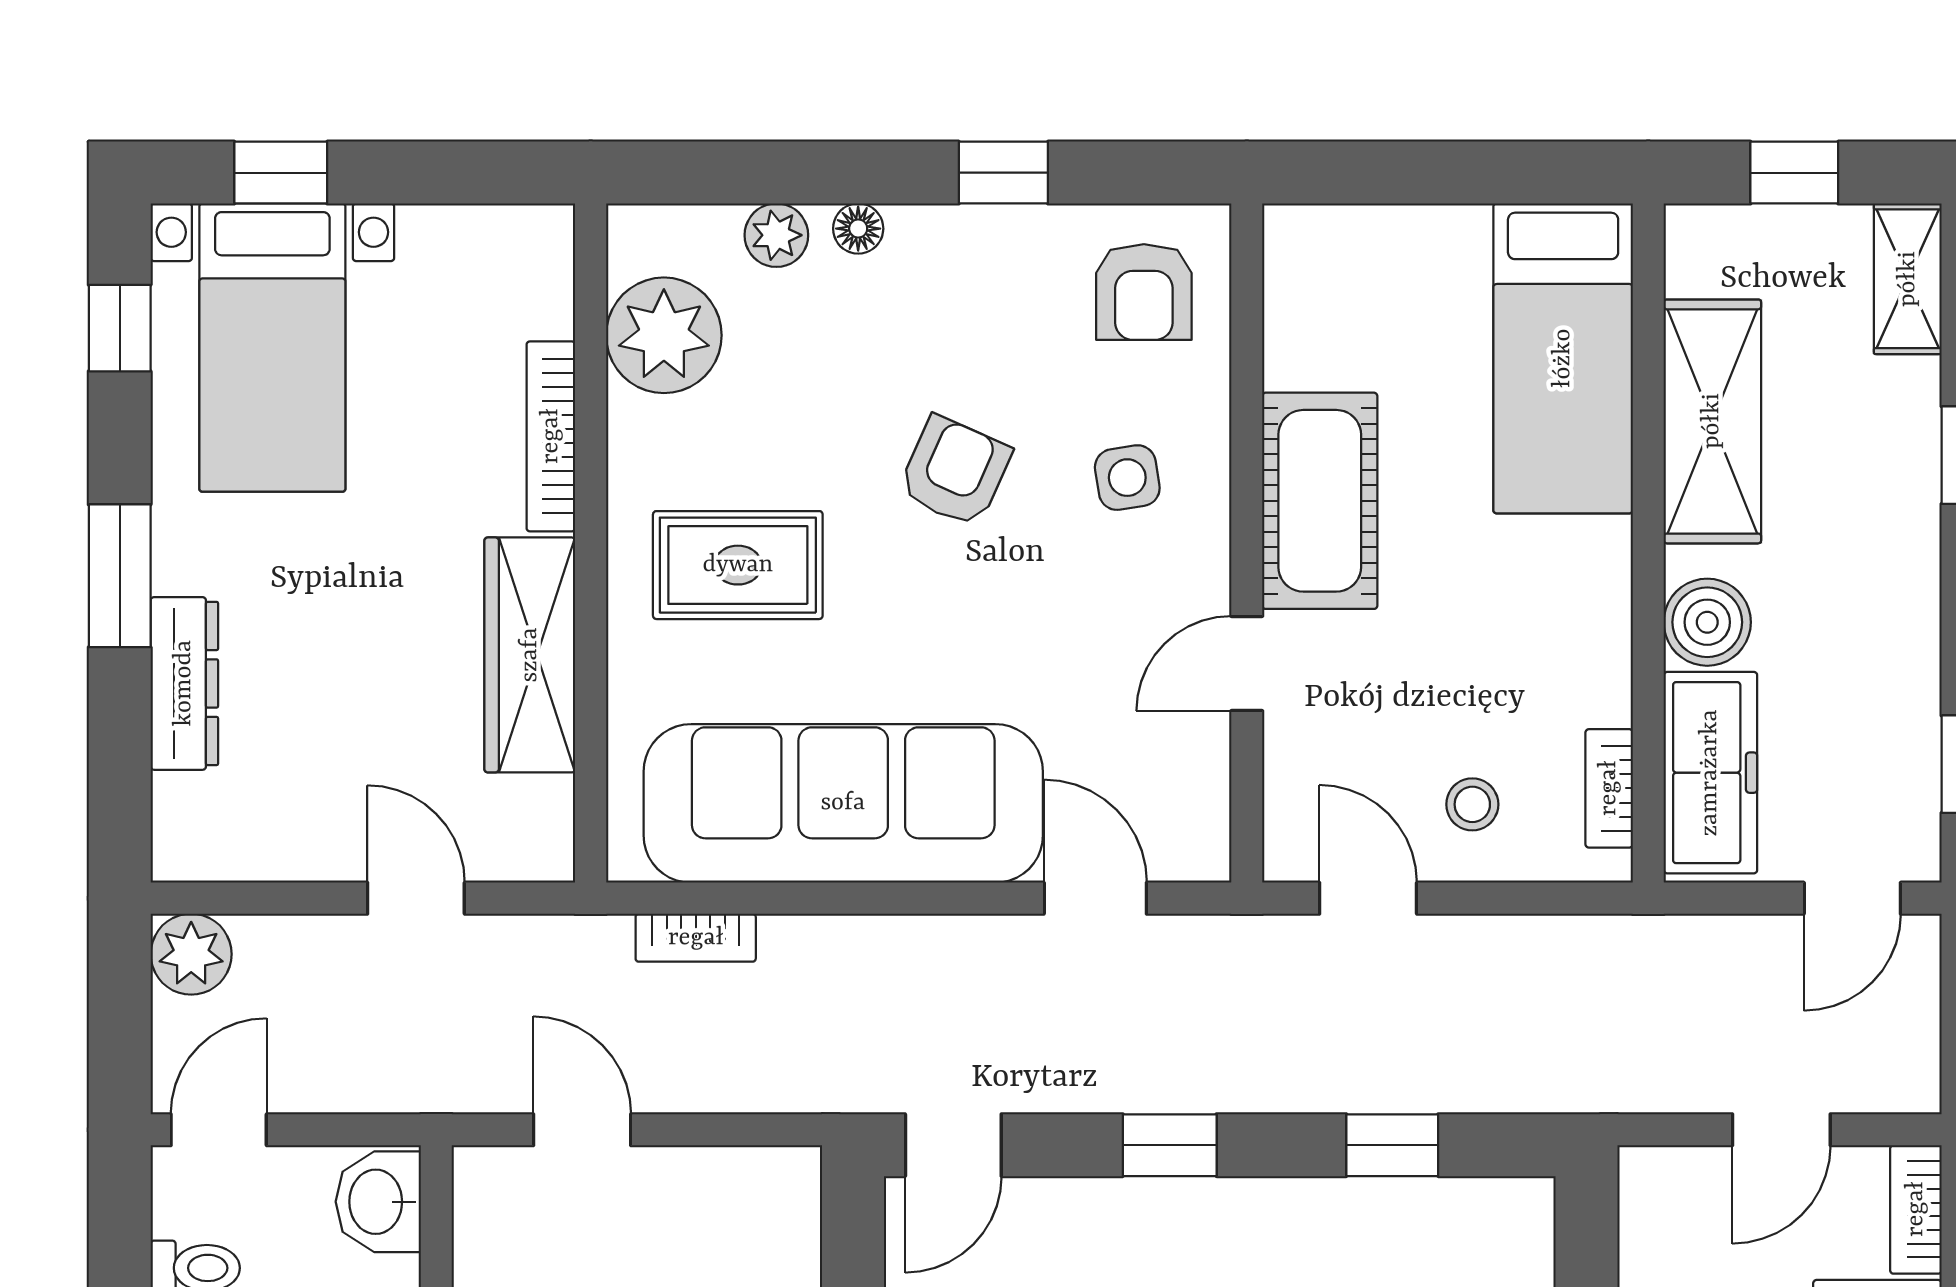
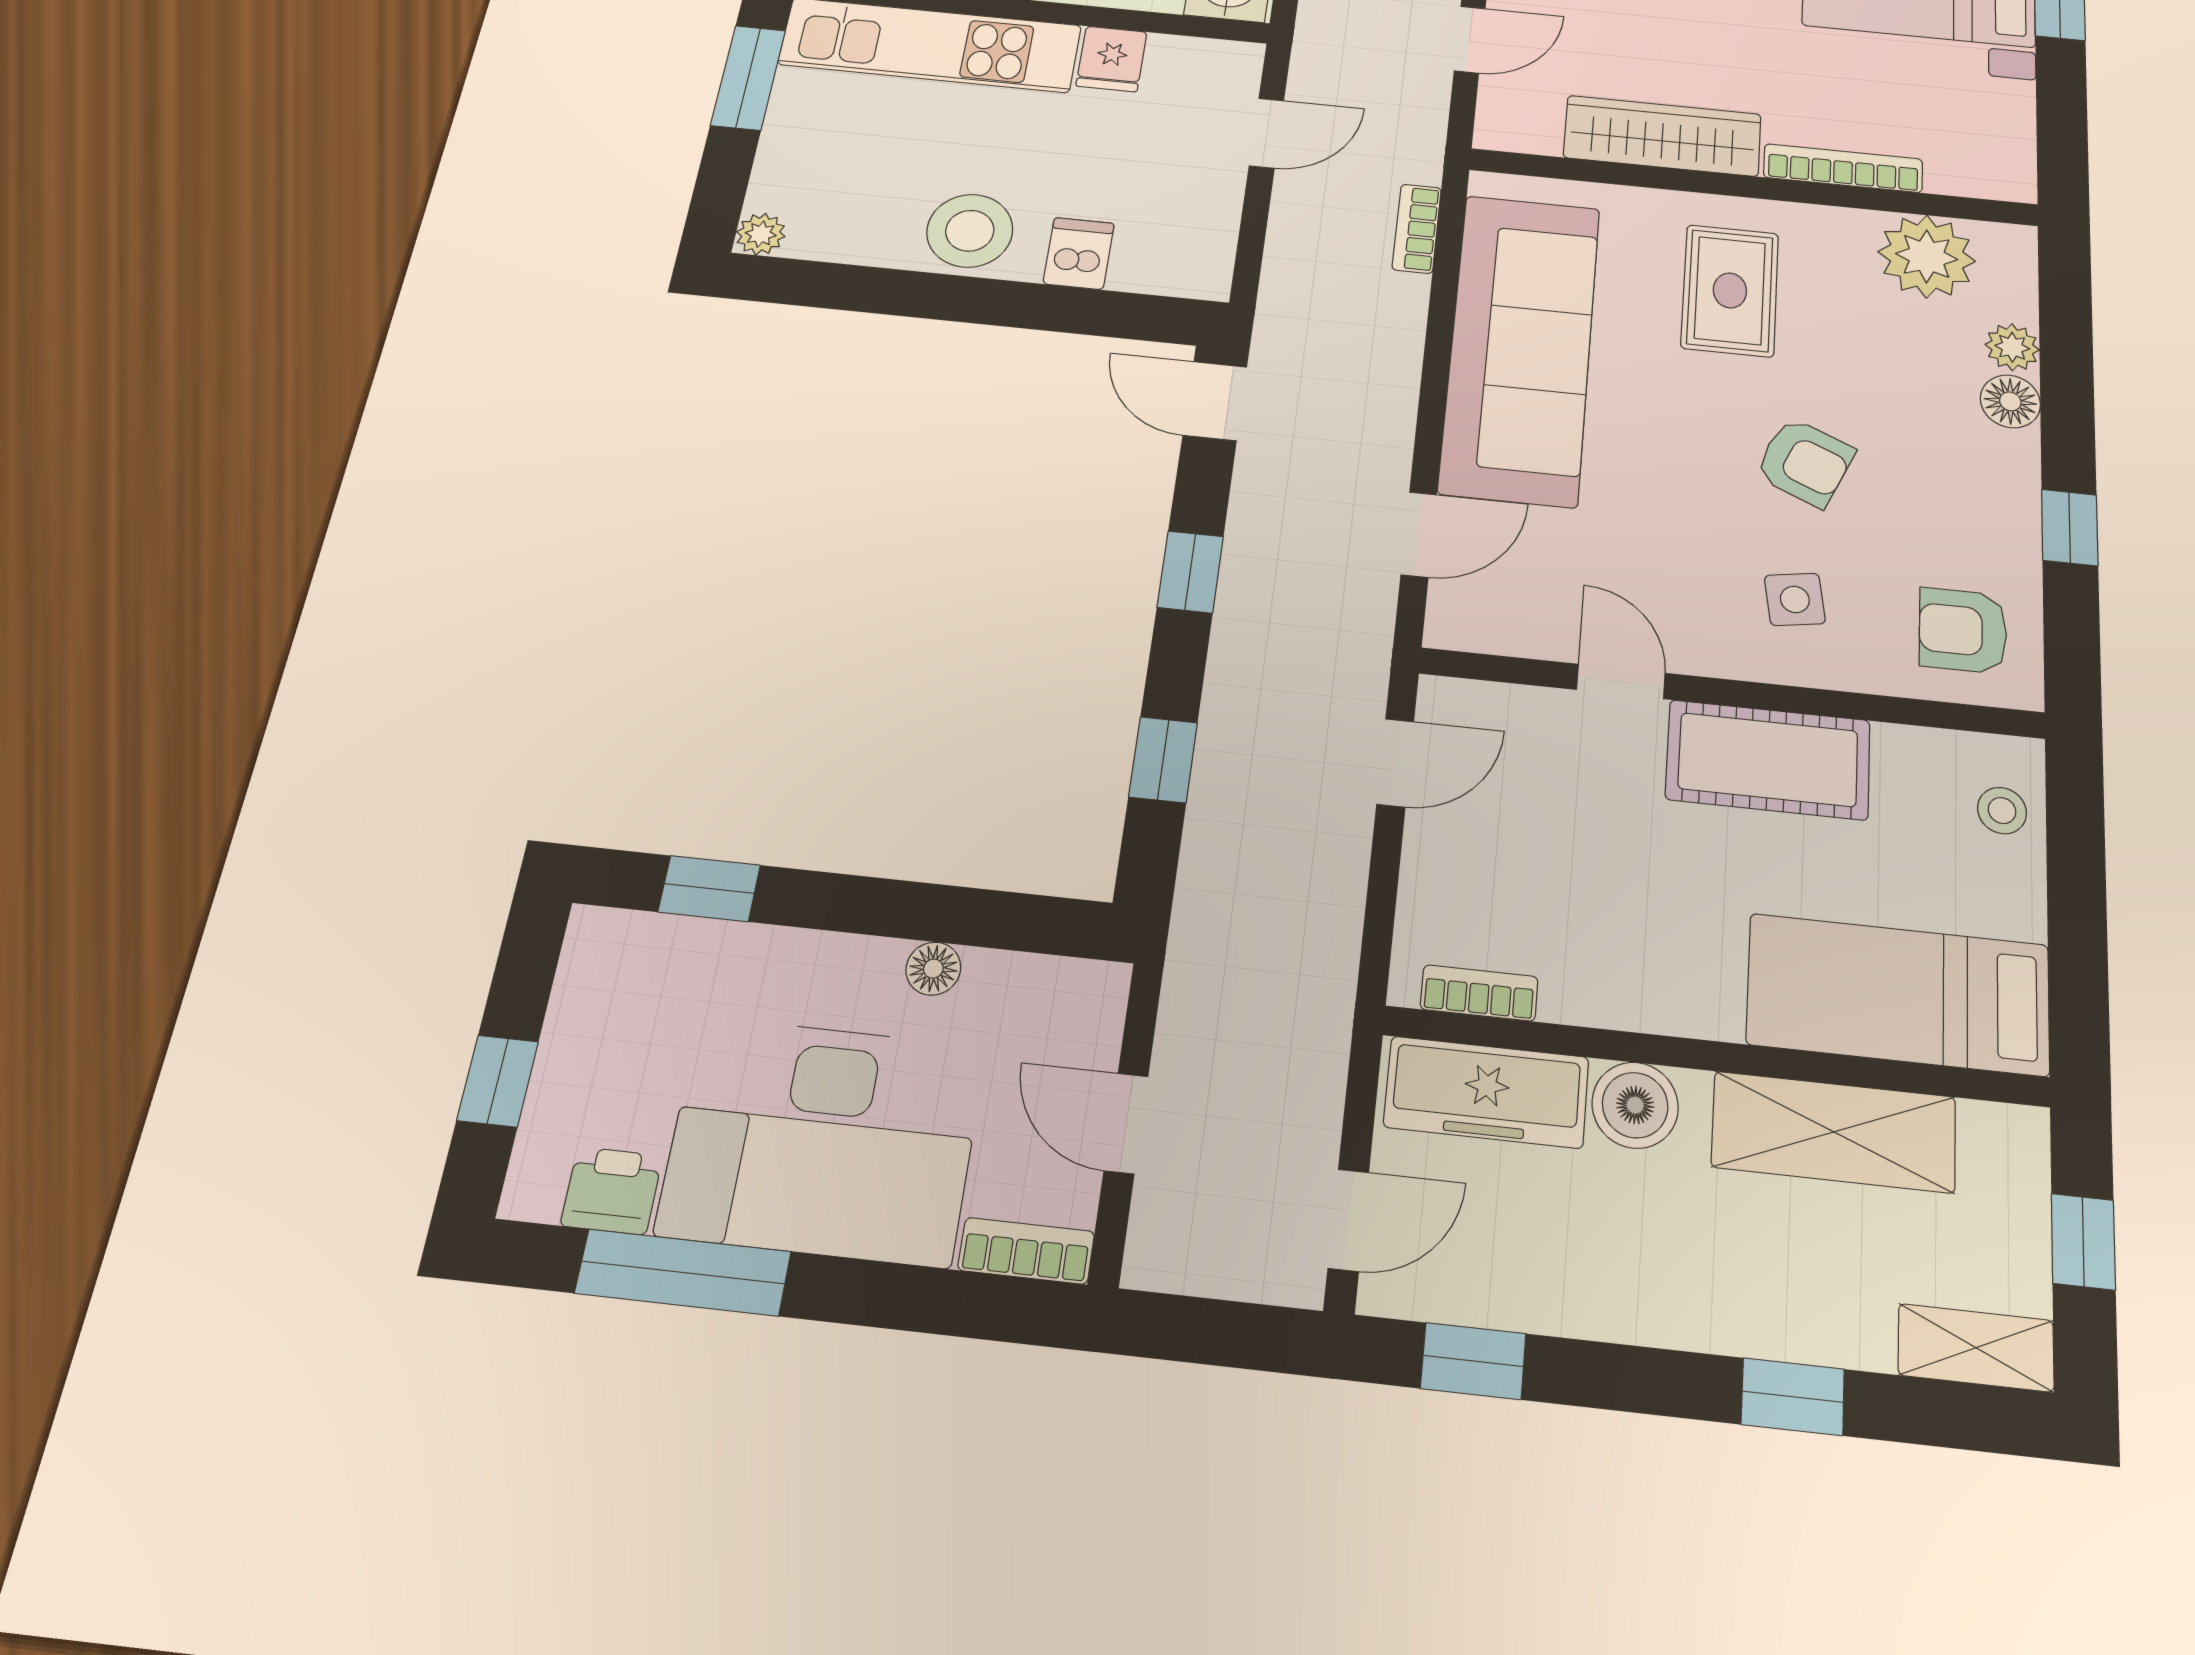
floor lamp: (858, 229) -> (2010, 401), width x1.37, depth x1.37
stool: (1472, 804) -> (2002, 811), moved
door: (1852, 898) -> (1348, 1220), swing flipped

